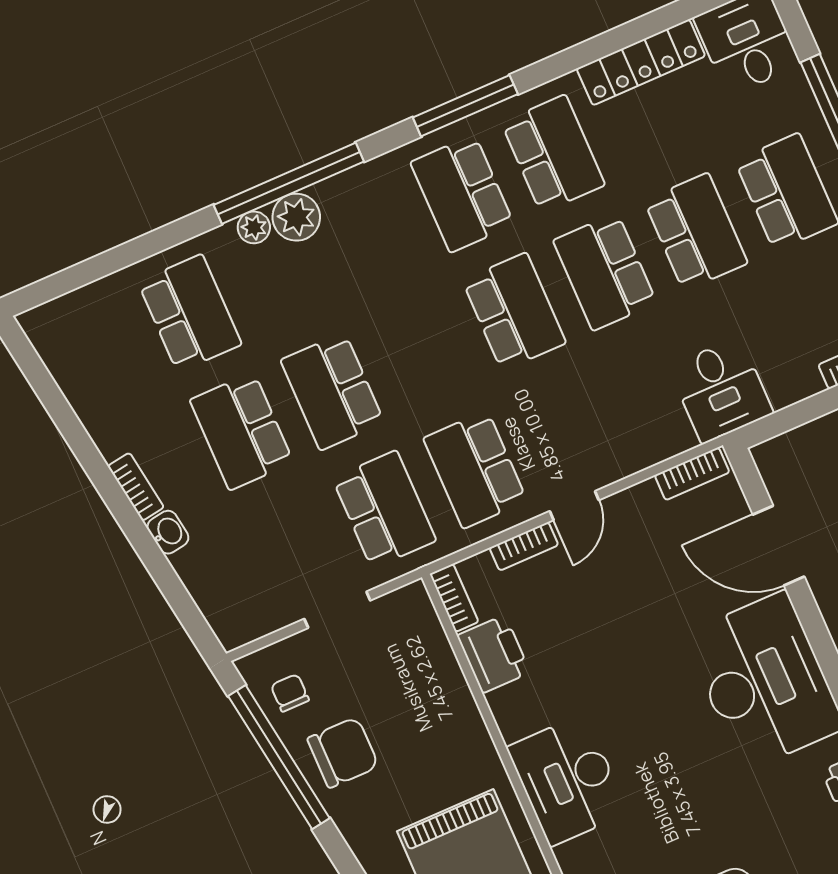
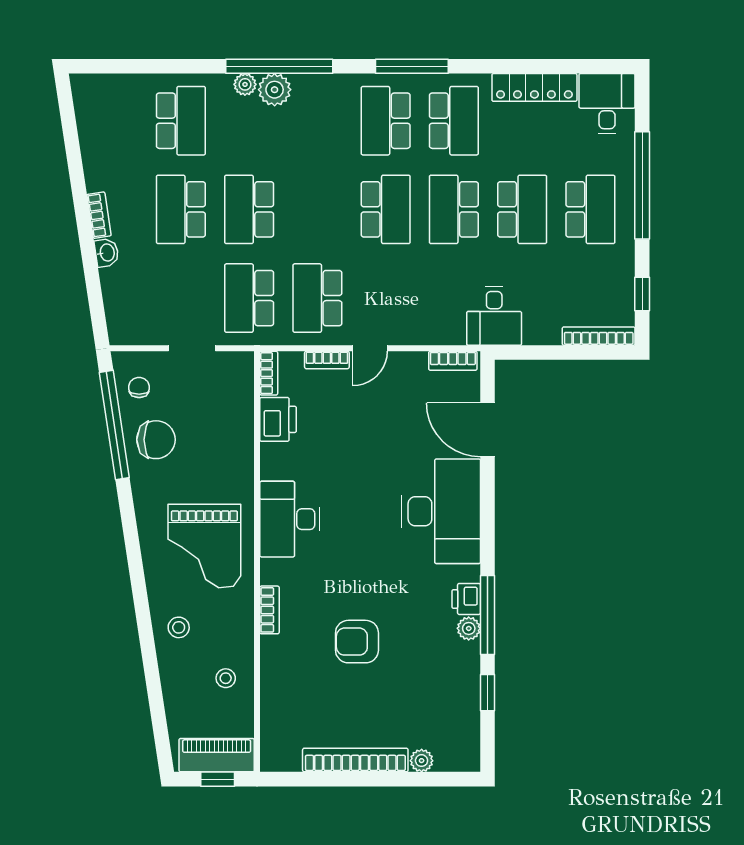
school desk: (384, 509) -> (249, 298), turned 180

